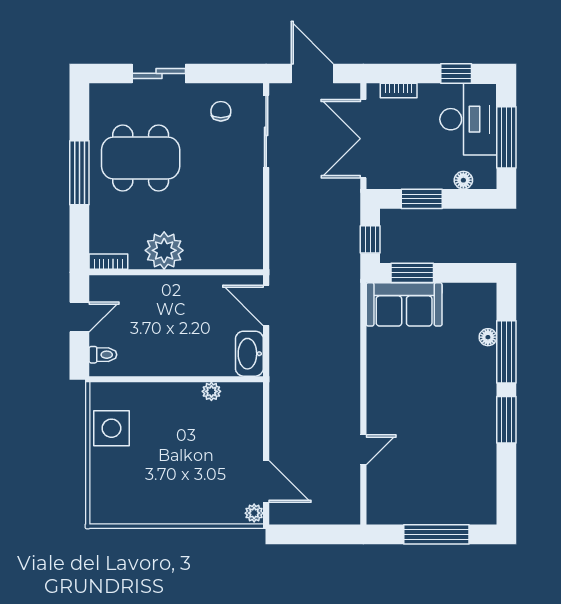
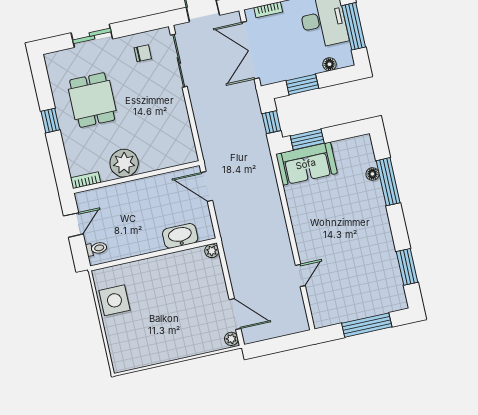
chair: (221, 111) -> (143, 53), turned 90
dining table: (141, 158) -> (92, 100), width x0.73
window: (79, 173) -> (50, 121), width x0.46
washbasin: (249, 354) -> (180, 236), moved, turned 90
plant: (211, 391) -> (212, 251), moved
window: (506, 420) -> (407, 267), moved

